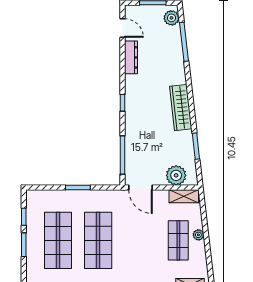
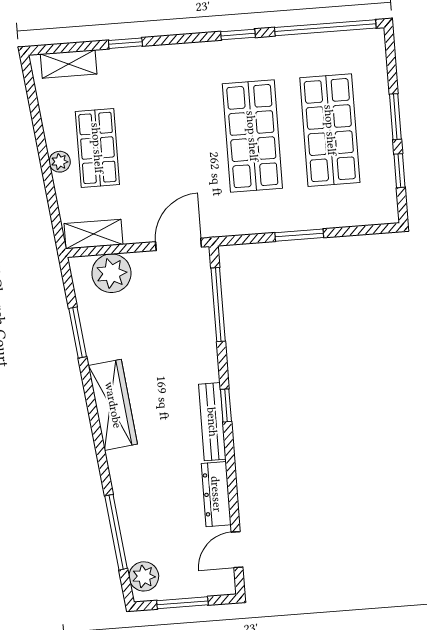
door: (122, 28) -> (237, 550), hinge flipped
bench: (130, 95) -> (212, 422), added
door: (140, 188) -> (178, 244), hinge flipped

